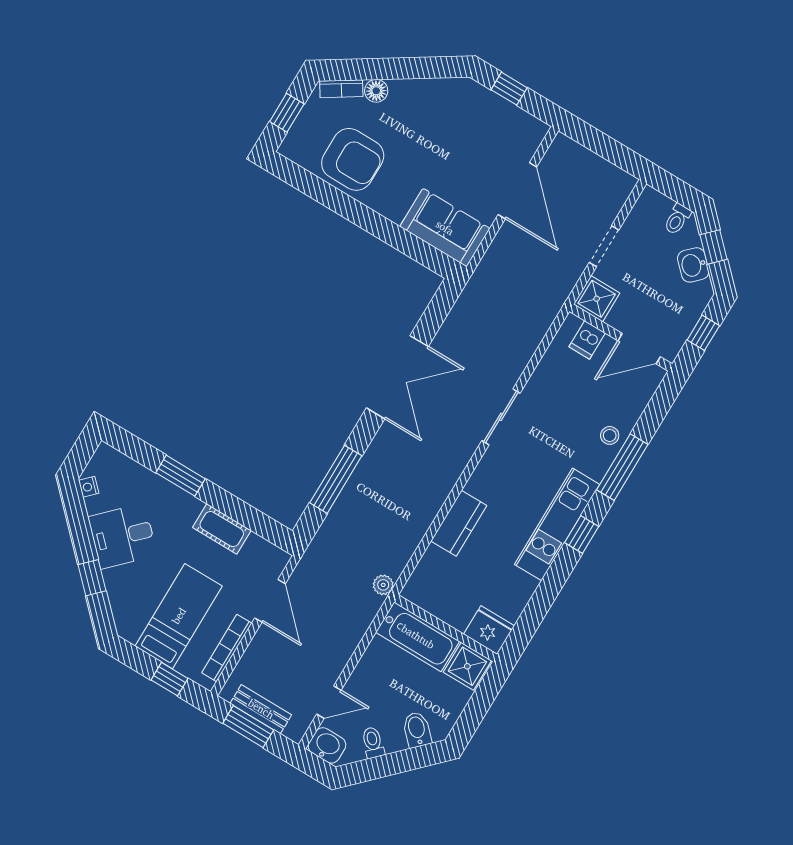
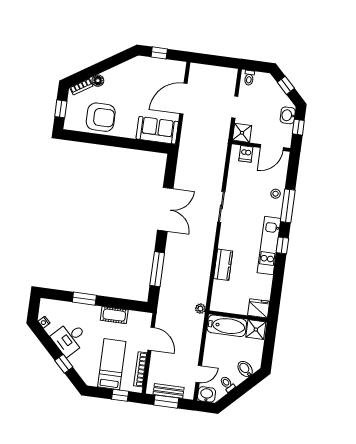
door: (517, 191) -> (183, 99), swing flipped
toilet: (677, 219) -> (249, 78), moved
washbasin: (693, 265) -> (288, 115), moved, turned 45

